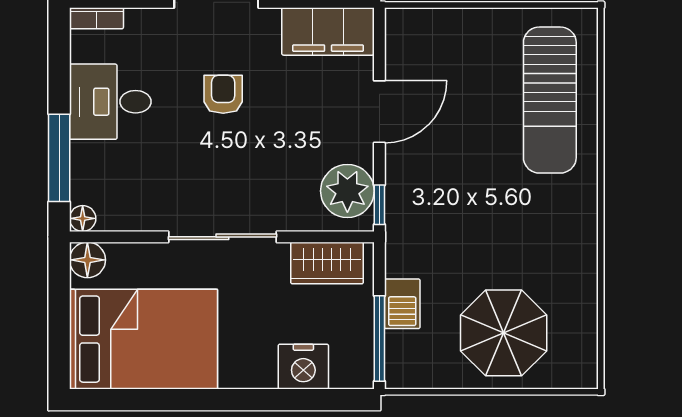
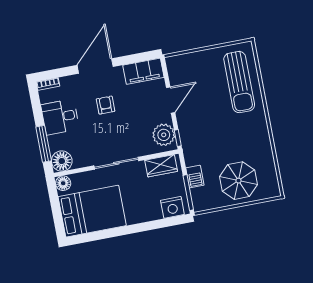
floor lamp: (83, 218) -> (62, 161), width x1.89, depth x1.89
nightstand: (303, 367) -> (172, 207), moved

